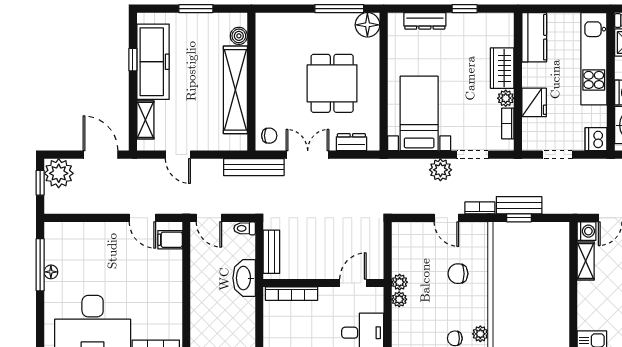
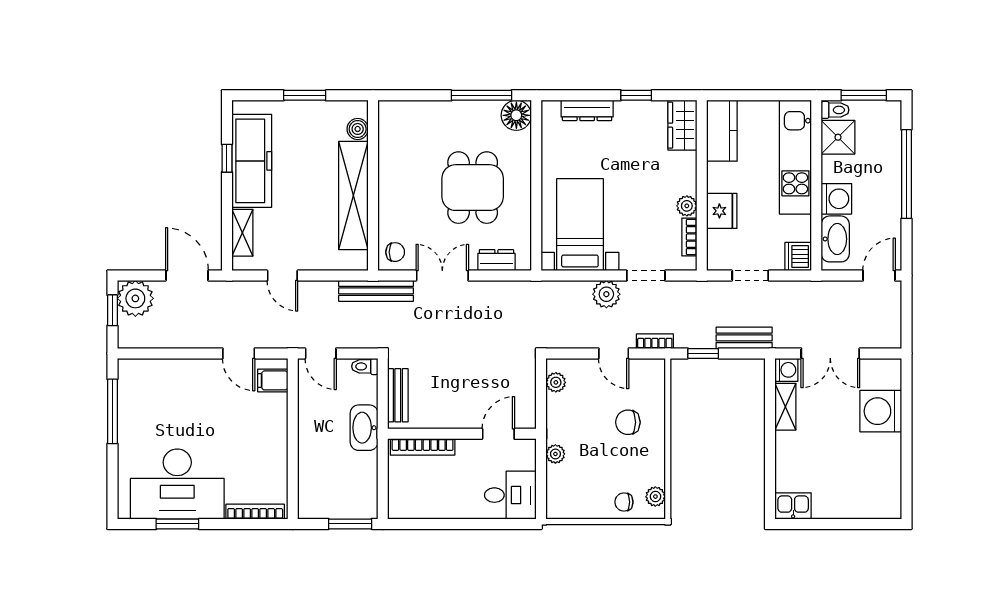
wardrobe: (502, 68) -> (682, 125), moved
bench: (519, 205) -> (744, 338), moved
floor lamp: (51, 272) -> (126, 420), removed
plant: (400, 282) -> (556, 382), moved

